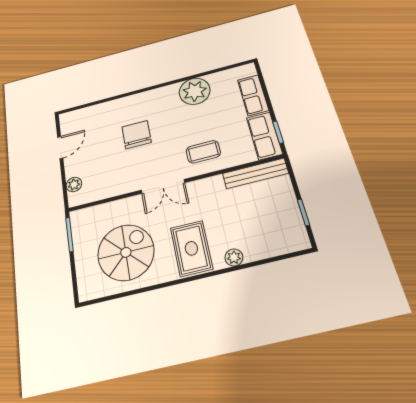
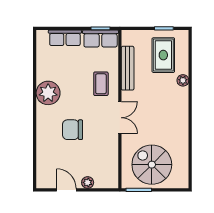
plant: (195, 91) -> (48, 93), moved
bench: (255, 173) -> (128, 68), moved
plant: (74, 184) -> (88, 182), moved
rug: (191, 248) -> (163, 55), moved, turned 90
spiral stairs: (126, 252) -> (152, 165), moved

